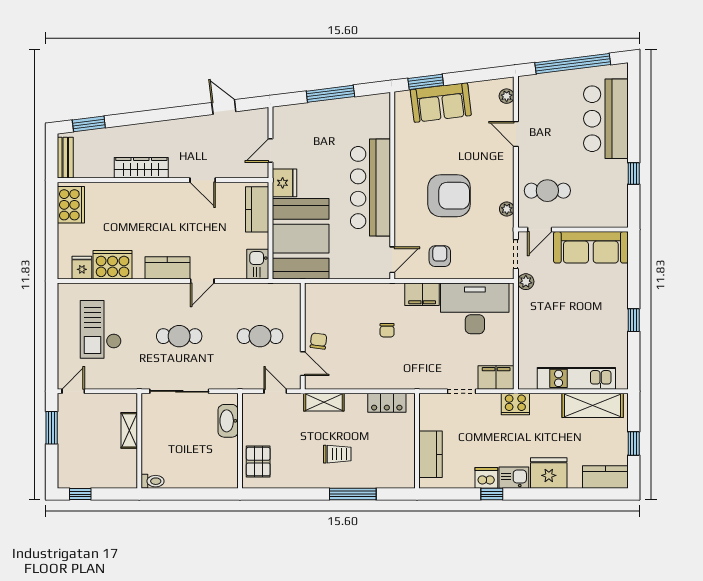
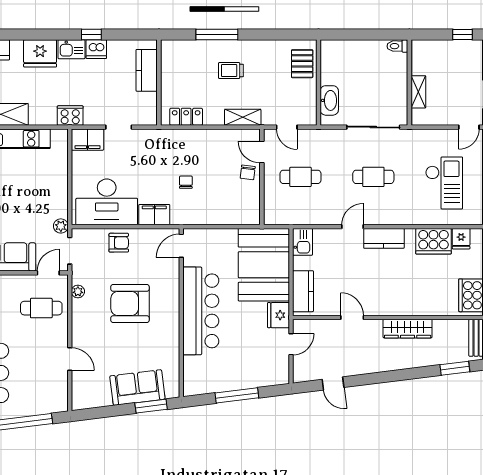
plant: (507, 96) -> (78, 393), removed
armchair: (440, 256) -> (119, 243), moved, turned -90

